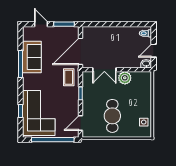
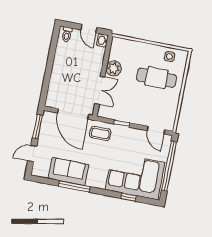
cafe table: (112, 116) -> (157, 78), moved

